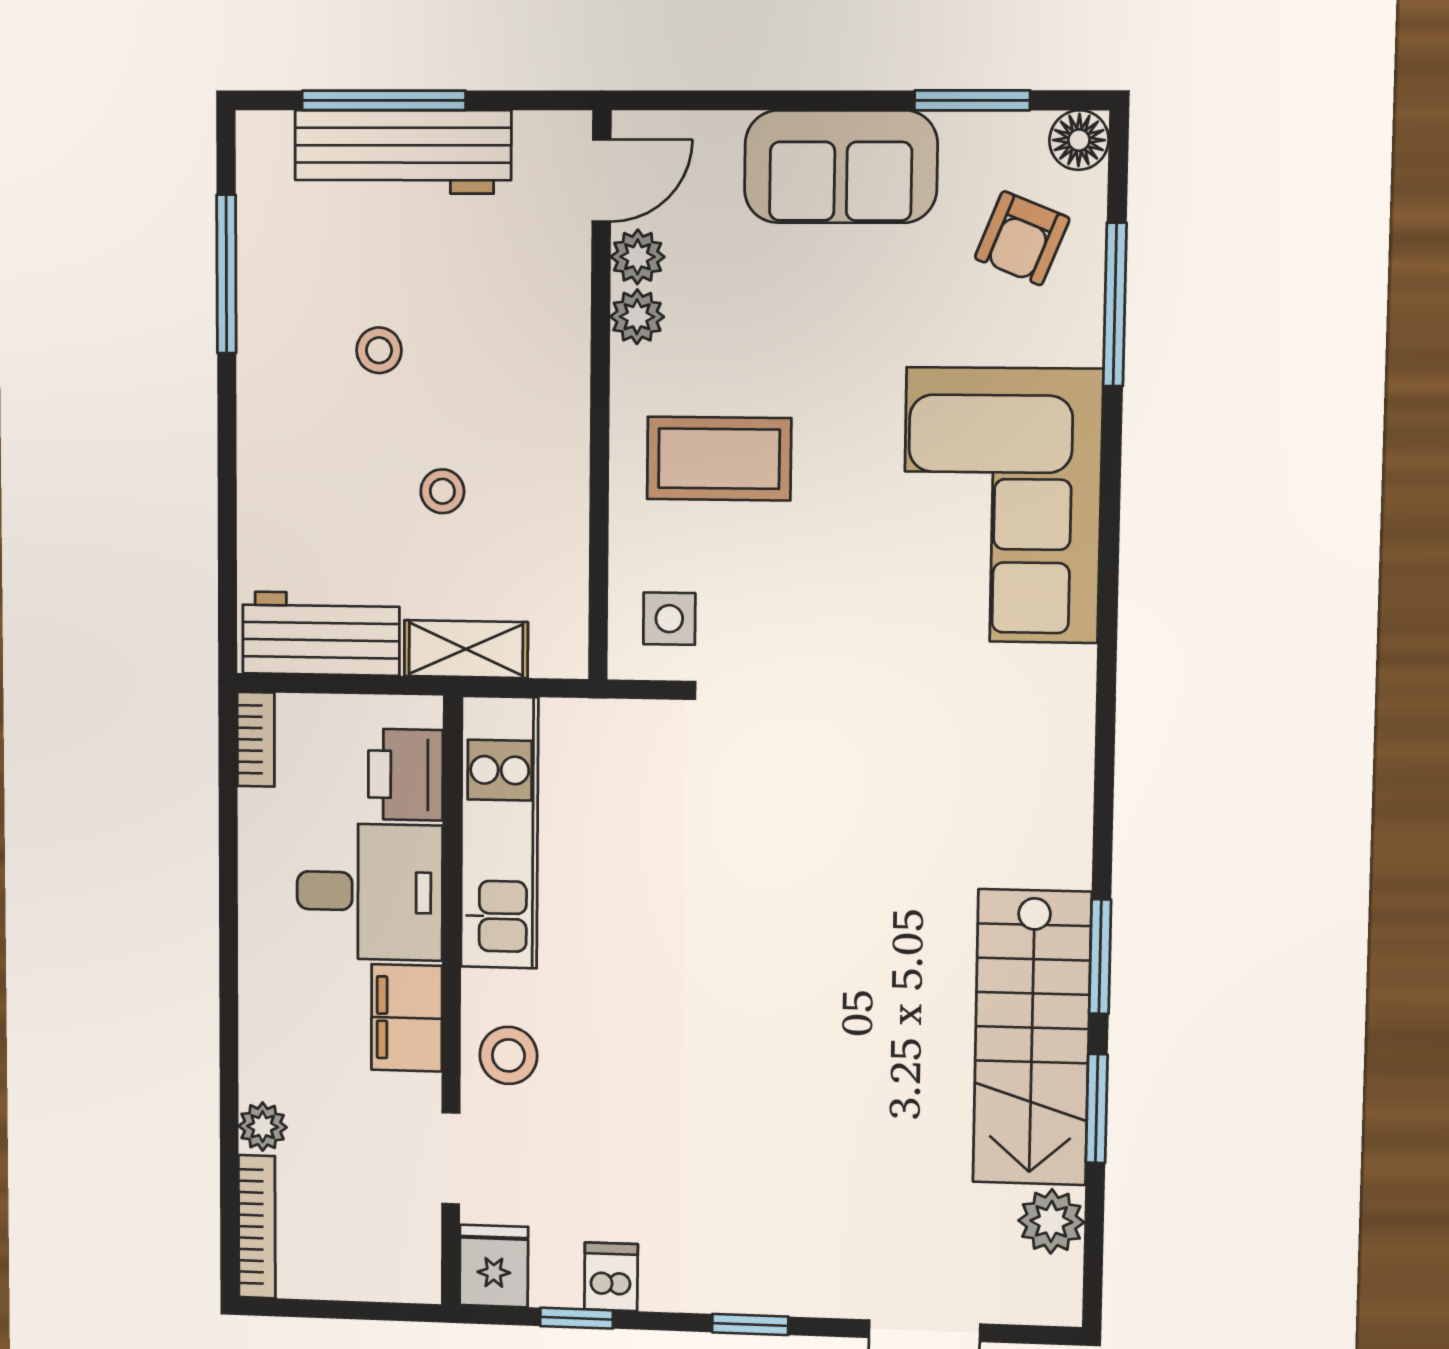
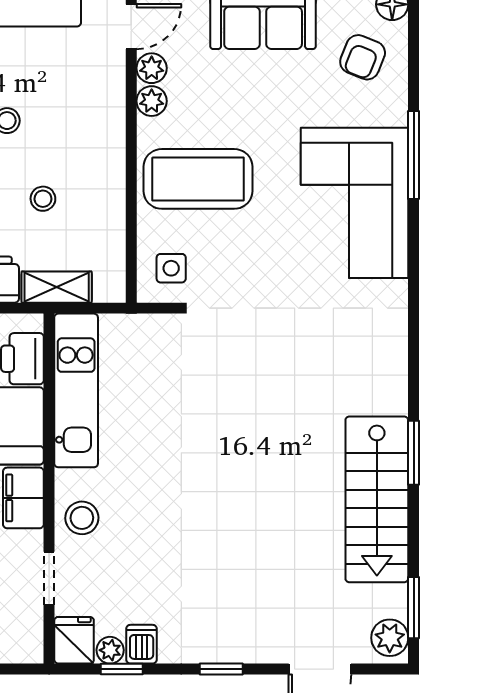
window: (1115, 305) -> (414, 155), moved
coffee table: (719, 459) -> (198, 179), width x1.36, depth x1.32
window: (1097, 1109) -> (414, 608), moved
plant: (1051, 1221) -> (390, 638), moved
plant: (556, 1285) -> (110, 650), added

